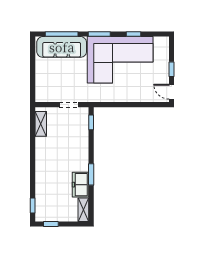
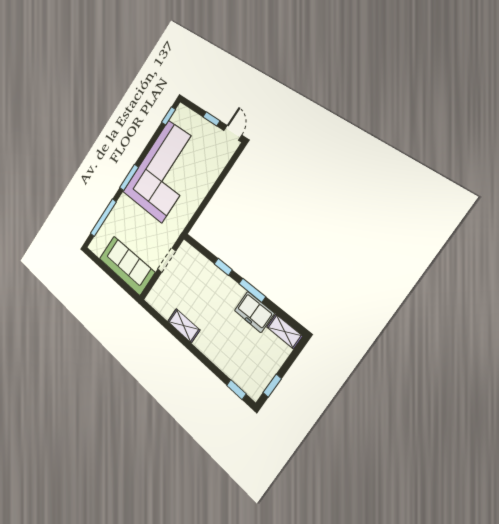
window: (133, 34) -> (169, 116), moved
sofa: (62, 47) -> (127, 265), moved, turned -90
door: (171, 92) -> (233, 133), swing flipped
window: (91, 122) -> (223, 267), moved
shelving: (41, 124) -> (184, 326), moved

